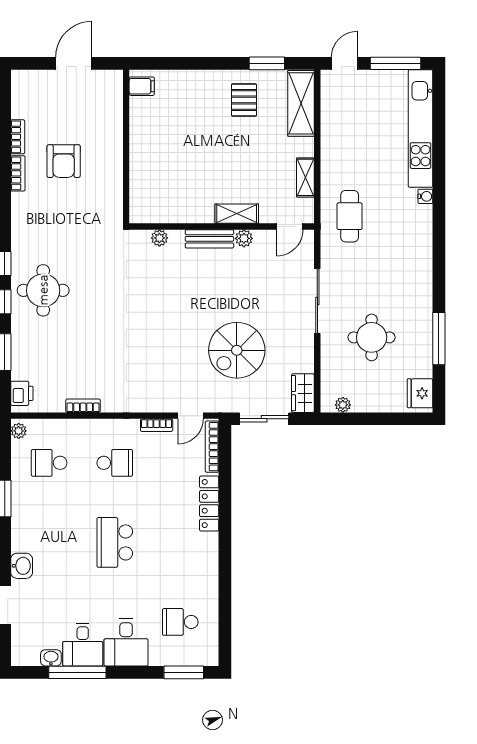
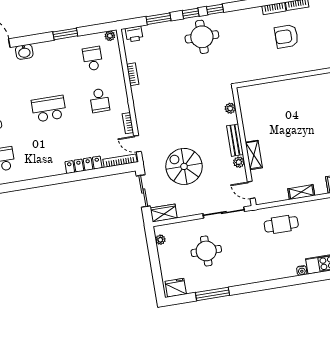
shelving: (237, 214) -> (254, 155), moved
wall: (222, 226) -> (244, 147), moved
door: (290, 226) -> (251, 190), moved
plant: (159, 238) -> (230, 108), moved
plant: (244, 238) -> (239, 162), moved
bench: (209, 239) -> (235, 140), moved

